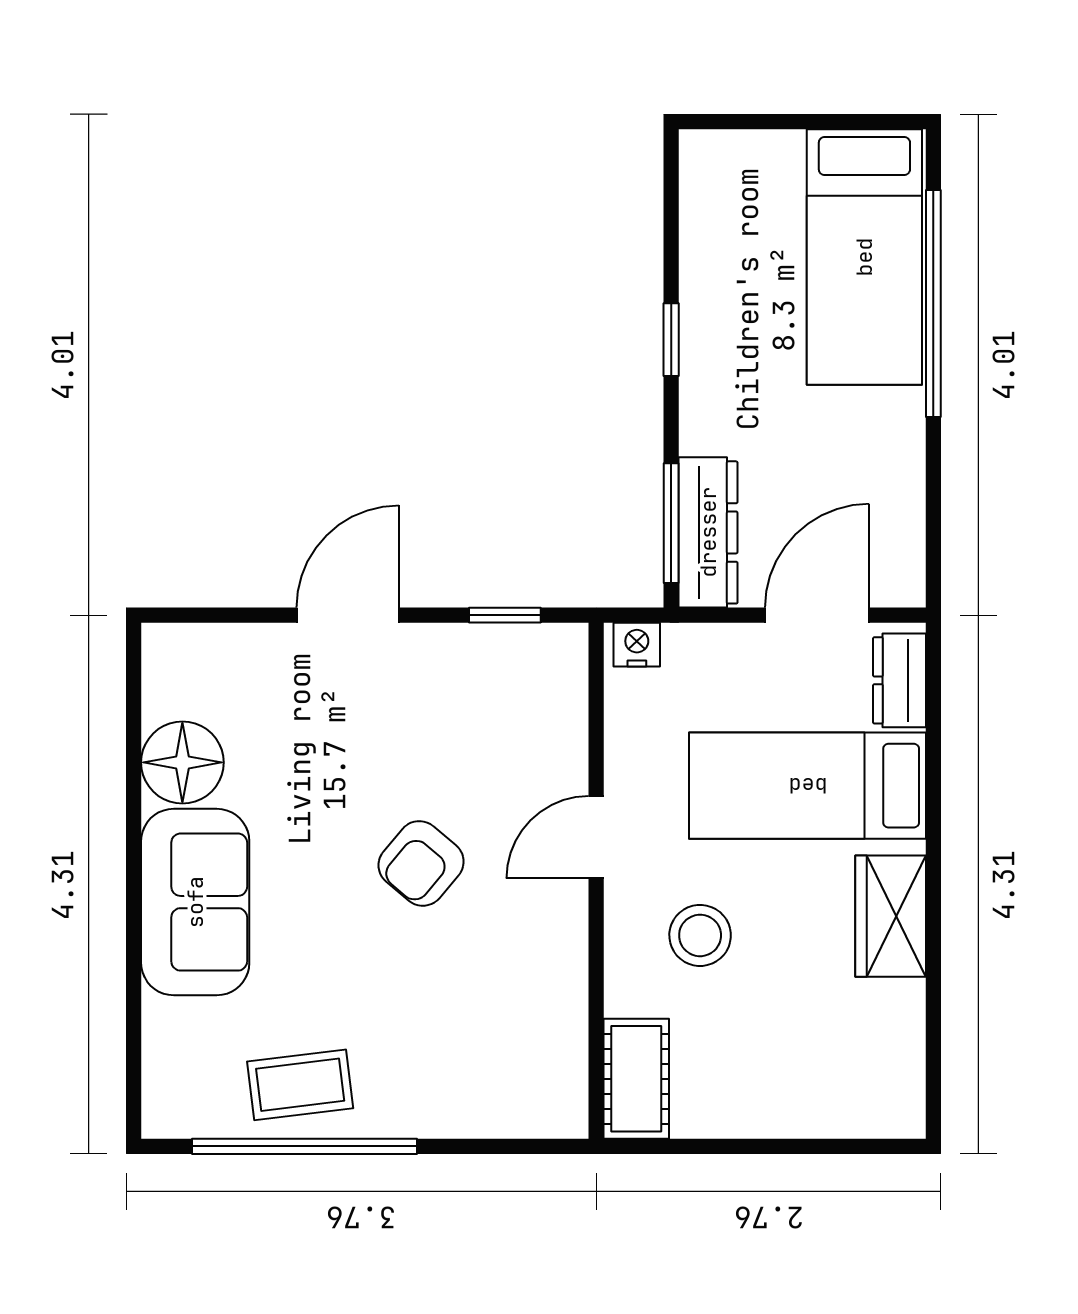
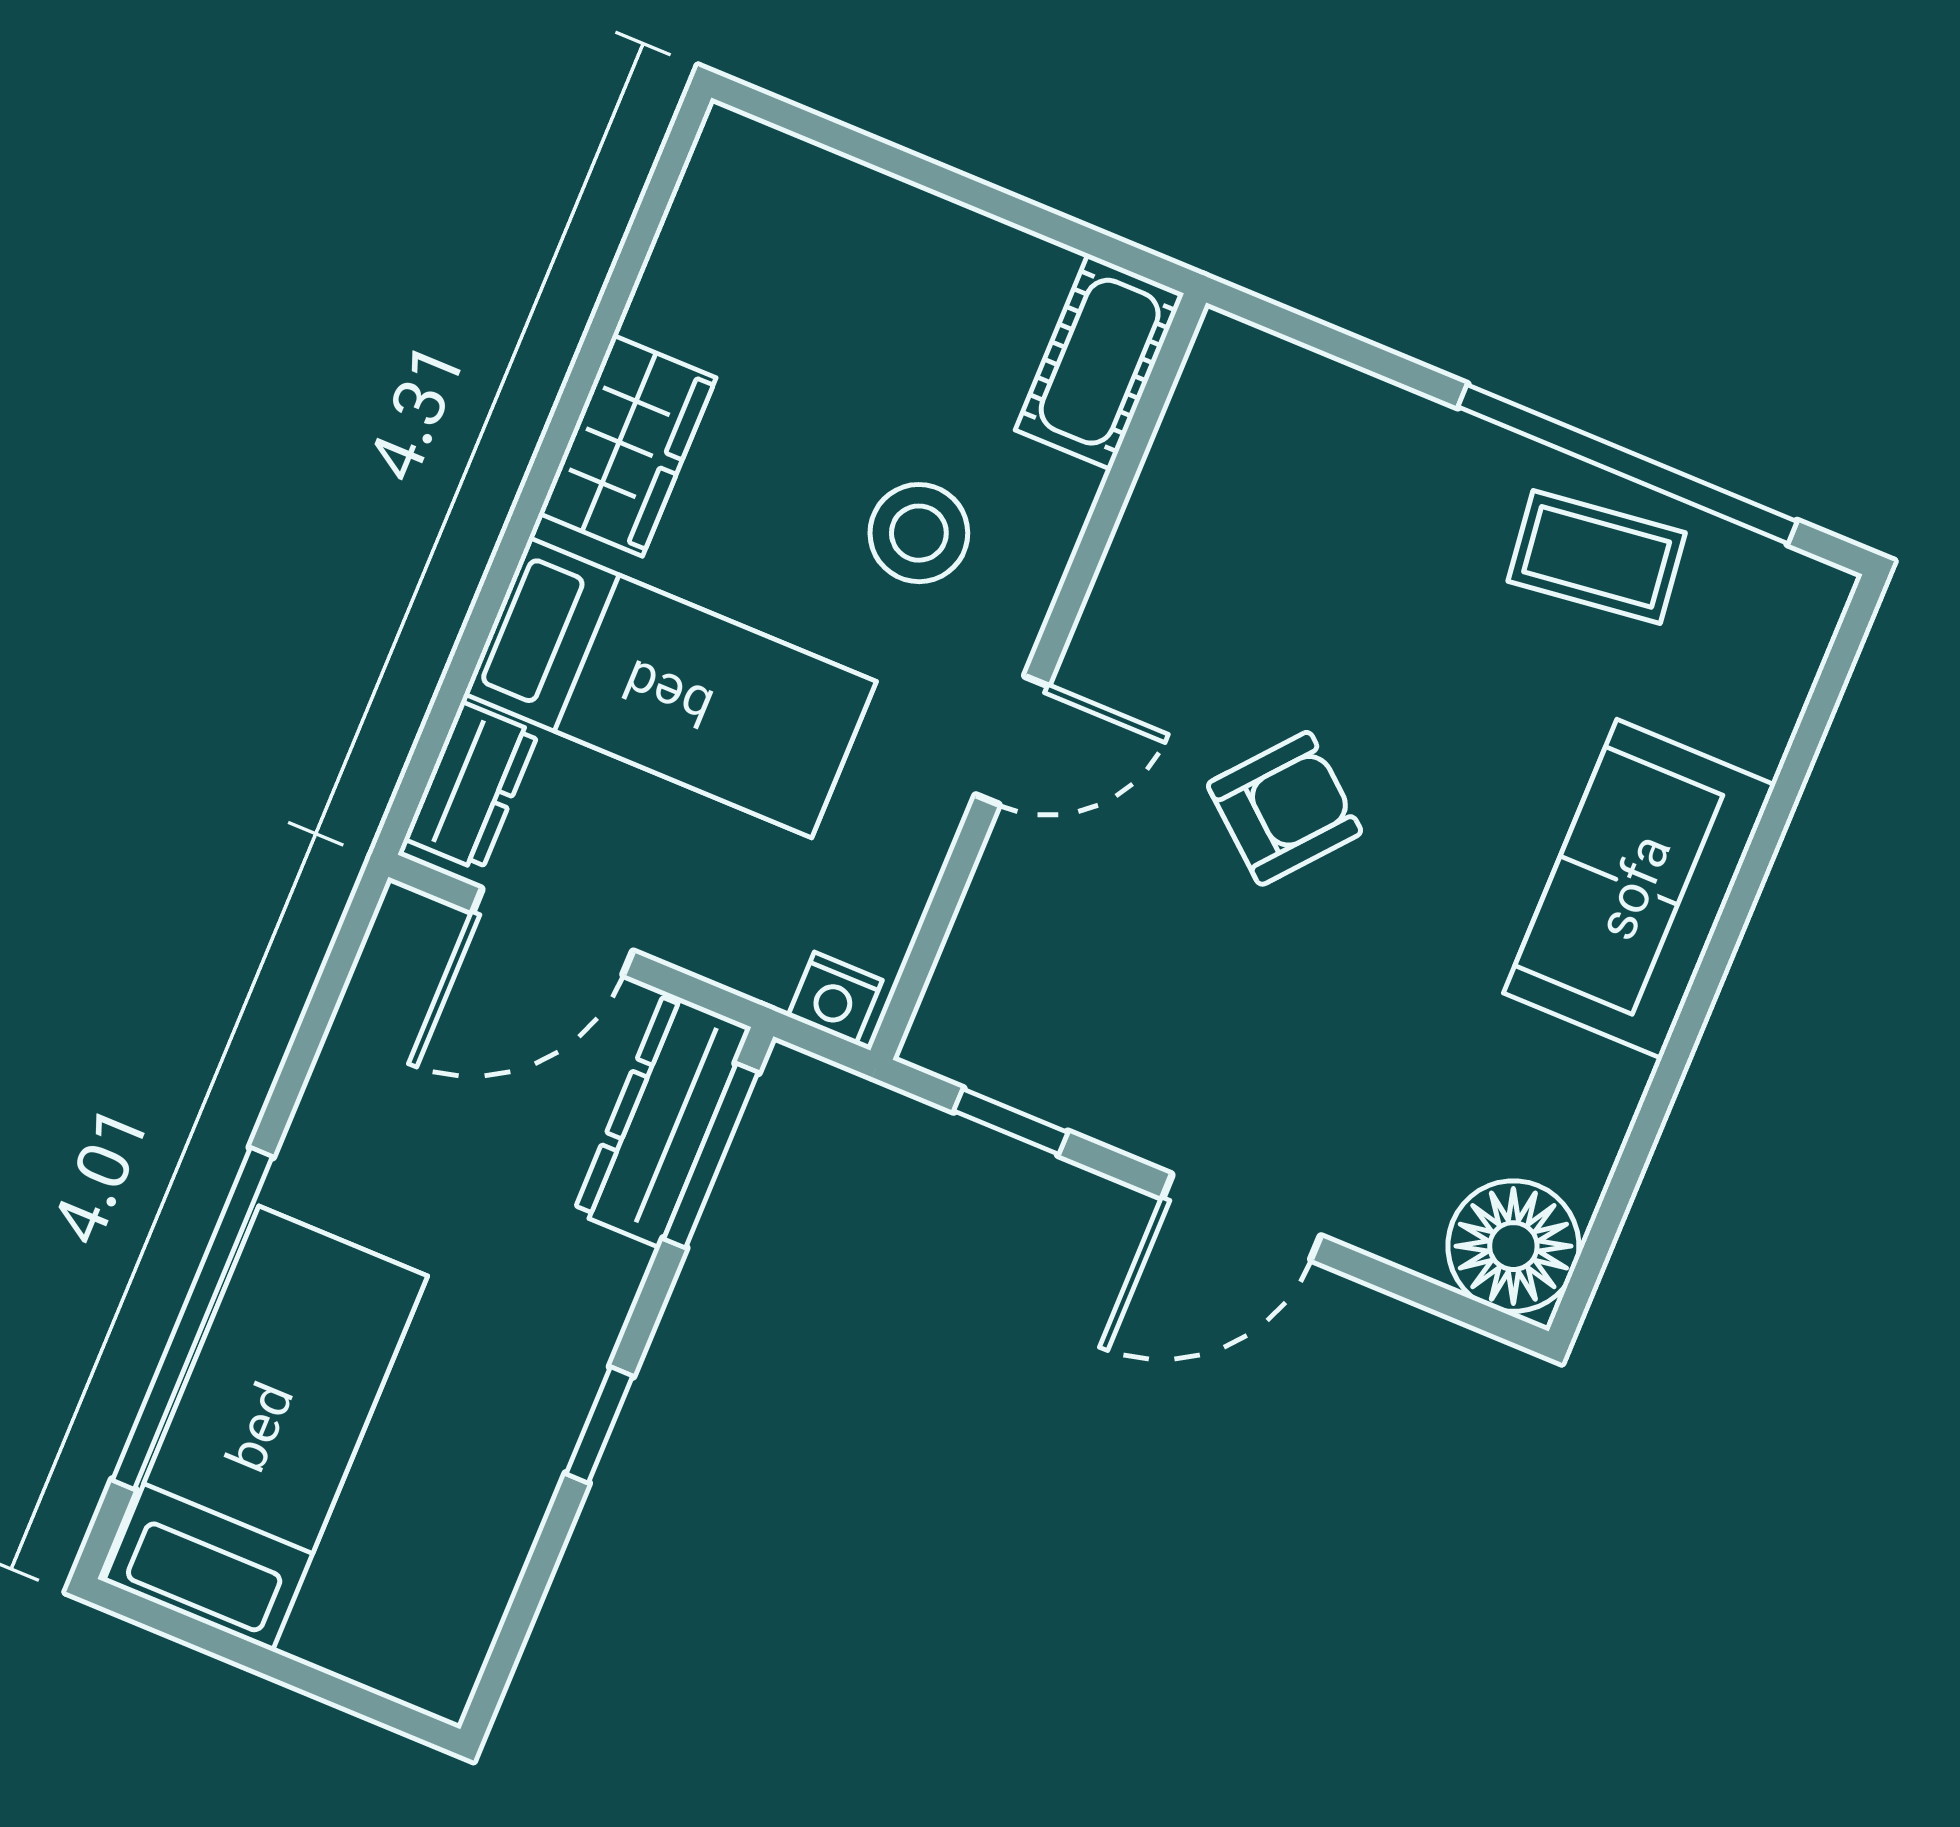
floor lamp: (182, 762) -> (1513, 1246), moved

